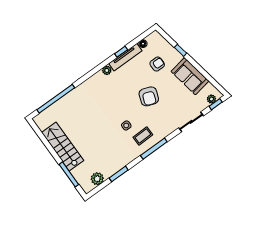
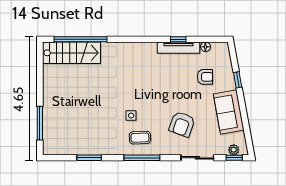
plant: (107, 70) -> (151, 47), removed
armchair: (149, 96) -> (182, 124), moved
stairs: (63, 146) -> (71, 53), moved, turned 90
plant: (97, 179) -> (65, 147), removed

